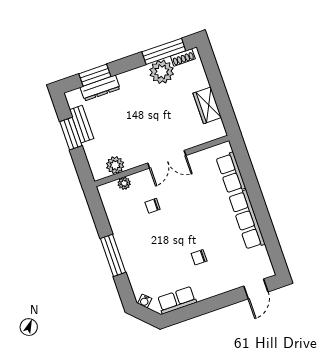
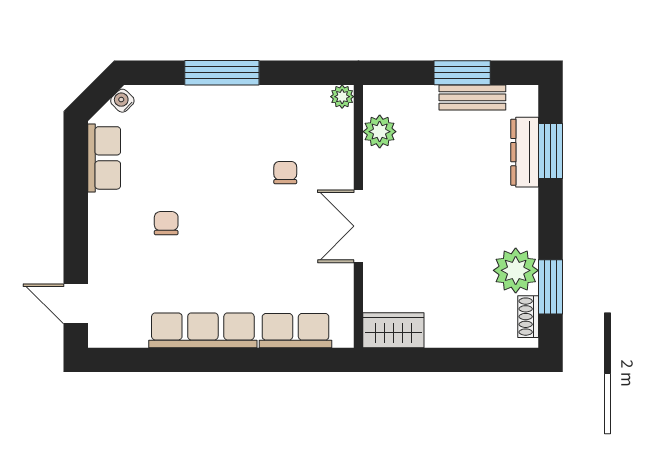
window: (164, 51) -> (550, 287), width x0.69
wardrobe: (207, 105) -> (393, 330), moved
plant: (124, 183) -> (342, 97), moved

